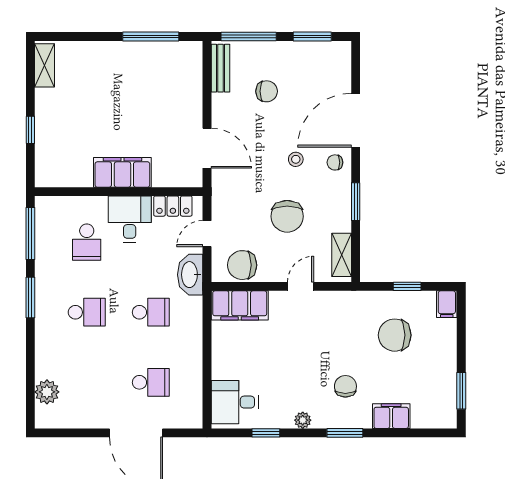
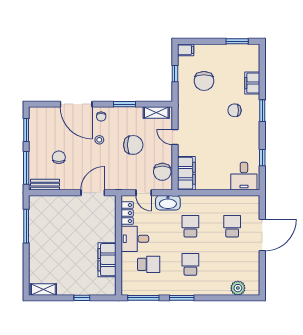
filing cabinet: (122, 172) -> (107, 260), moved
plant: (303, 420) -> (255, 136), removed

